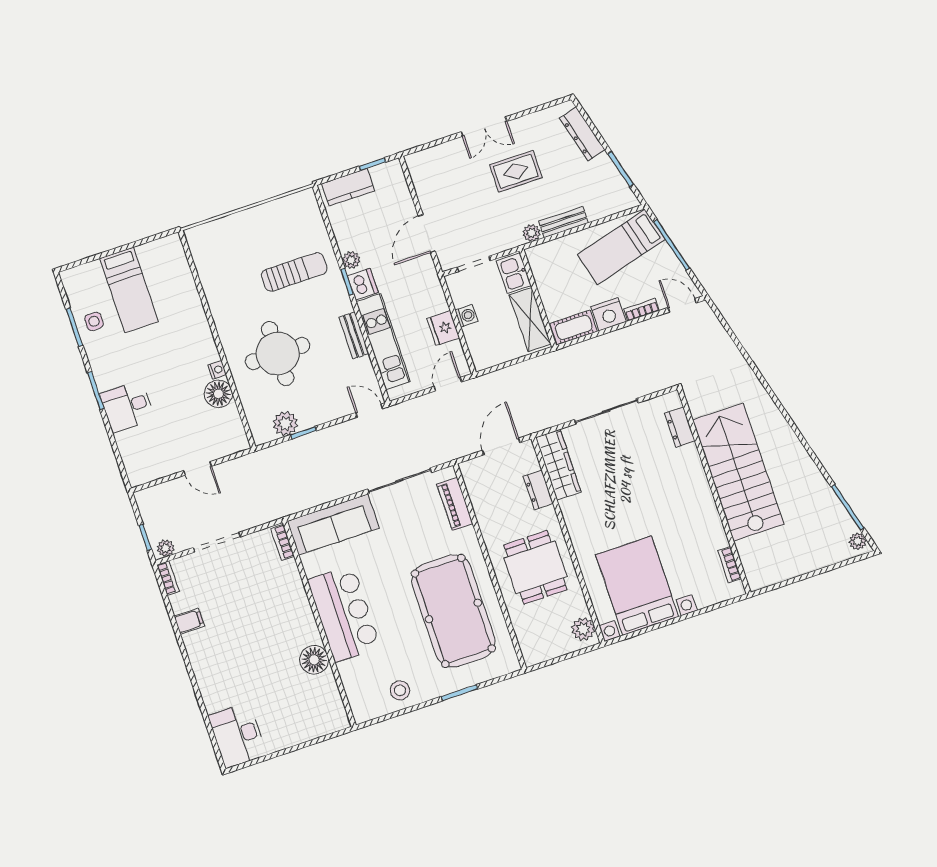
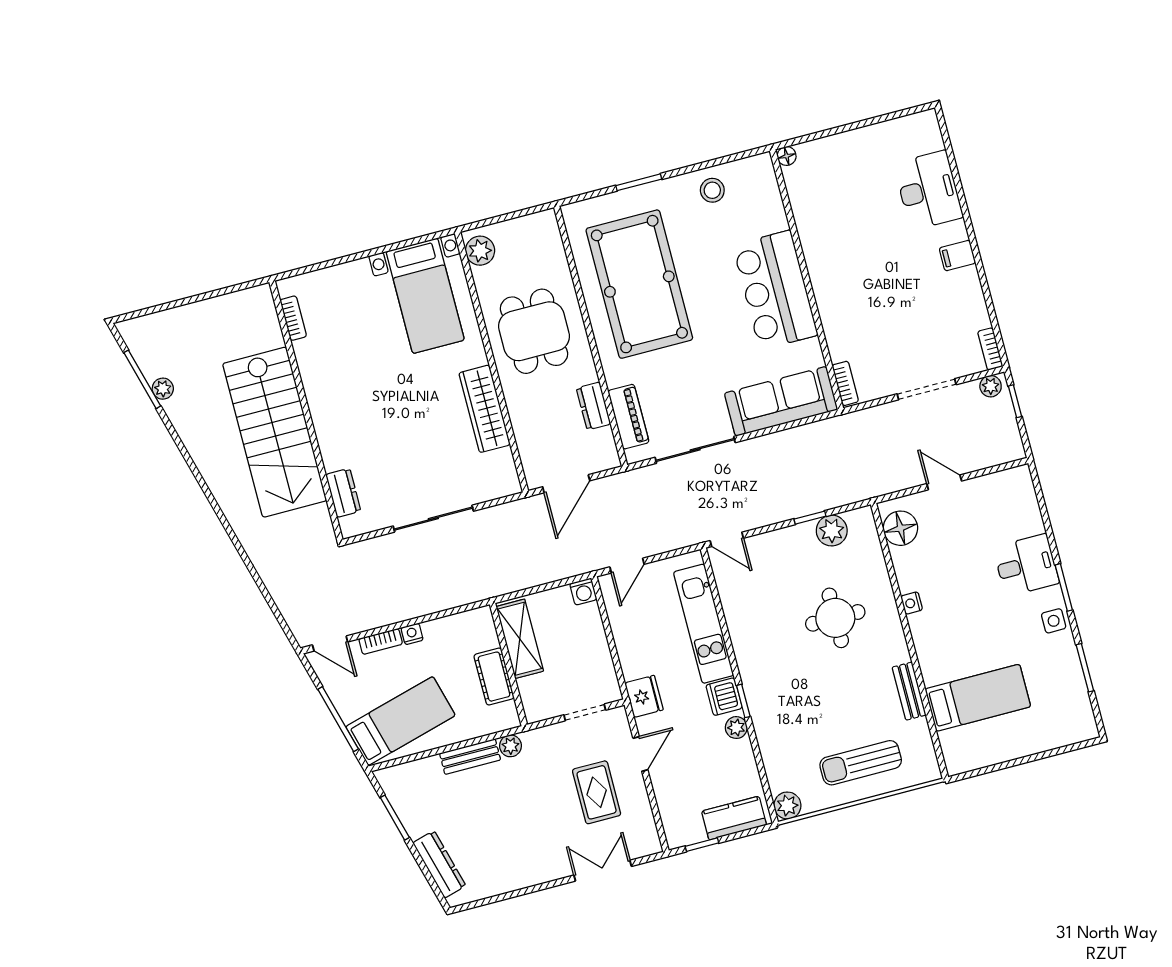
double door: (484, 127) -> (603, 871), moved
rug: (516, 171) -> (597, 792), moved, turned 90
plant: (306, 200) -> (787, 806), added
door: (427, 234) -> (640, 754), width x0.73
sun lounger: (294, 272) -> (861, 763), moved
kitchen sink: (514, 273) -> (536, 698), removed
bed: (129, 290) -> (978, 698), moved, turned 90
nightstand: (609, 314) -> (412, 634), width x0.53, depth x0.56
washing machine: (466, 316) -> (583, 591), moved, turned -90
side table: (94, 321) -> (1054, 621), moved
cot: (574, 327) -> (494, 677), moved, turned 90
fridge: (443, 328) -> (644, 696), moved
bench: (354, 335) -> (909, 691), moved
round table: (278, 354) -> (835, 618), width x0.73, depth x0.73
floor lamp: (218, 394) -> (900, 528), moved
wardrobe: (558, 465) -> (484, 409), moved
dresser: (538, 490) -> (593, 406), moved, turned 180
plant: (858, 541) -> (163, 389), moved
bed with nightstands: (637, 586) -> (425, 296), width x0.73
filing cabinet: (189, 621) -> (957, 256), moved
floor lamp: (314, 660) -> (787, 156), moved, width x0.53, depth x0.53
desk: (237, 735) -> (928, 190), moved

